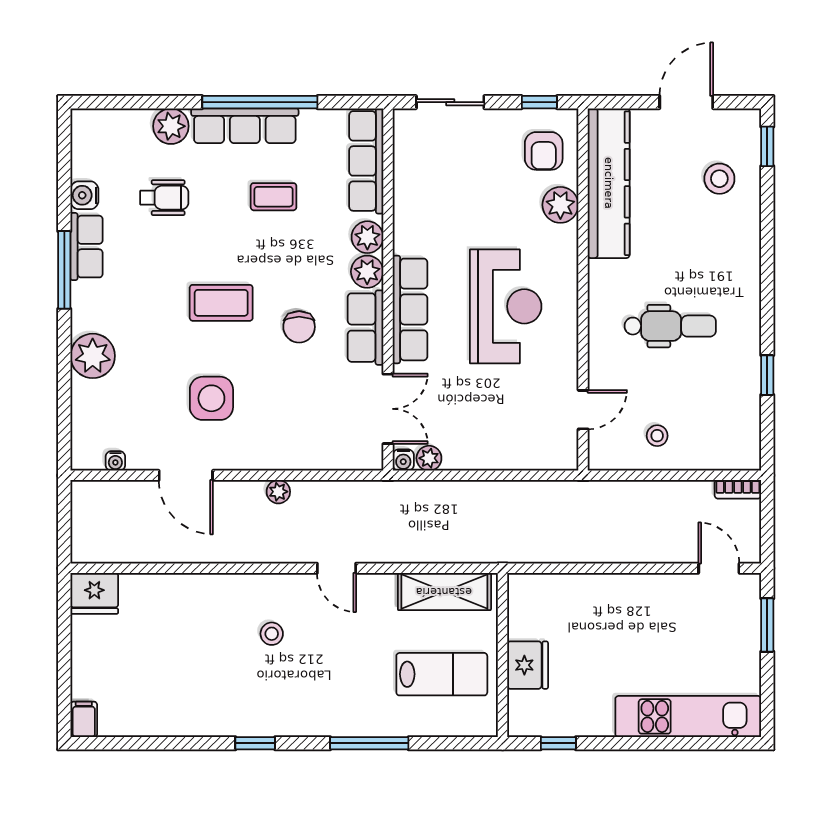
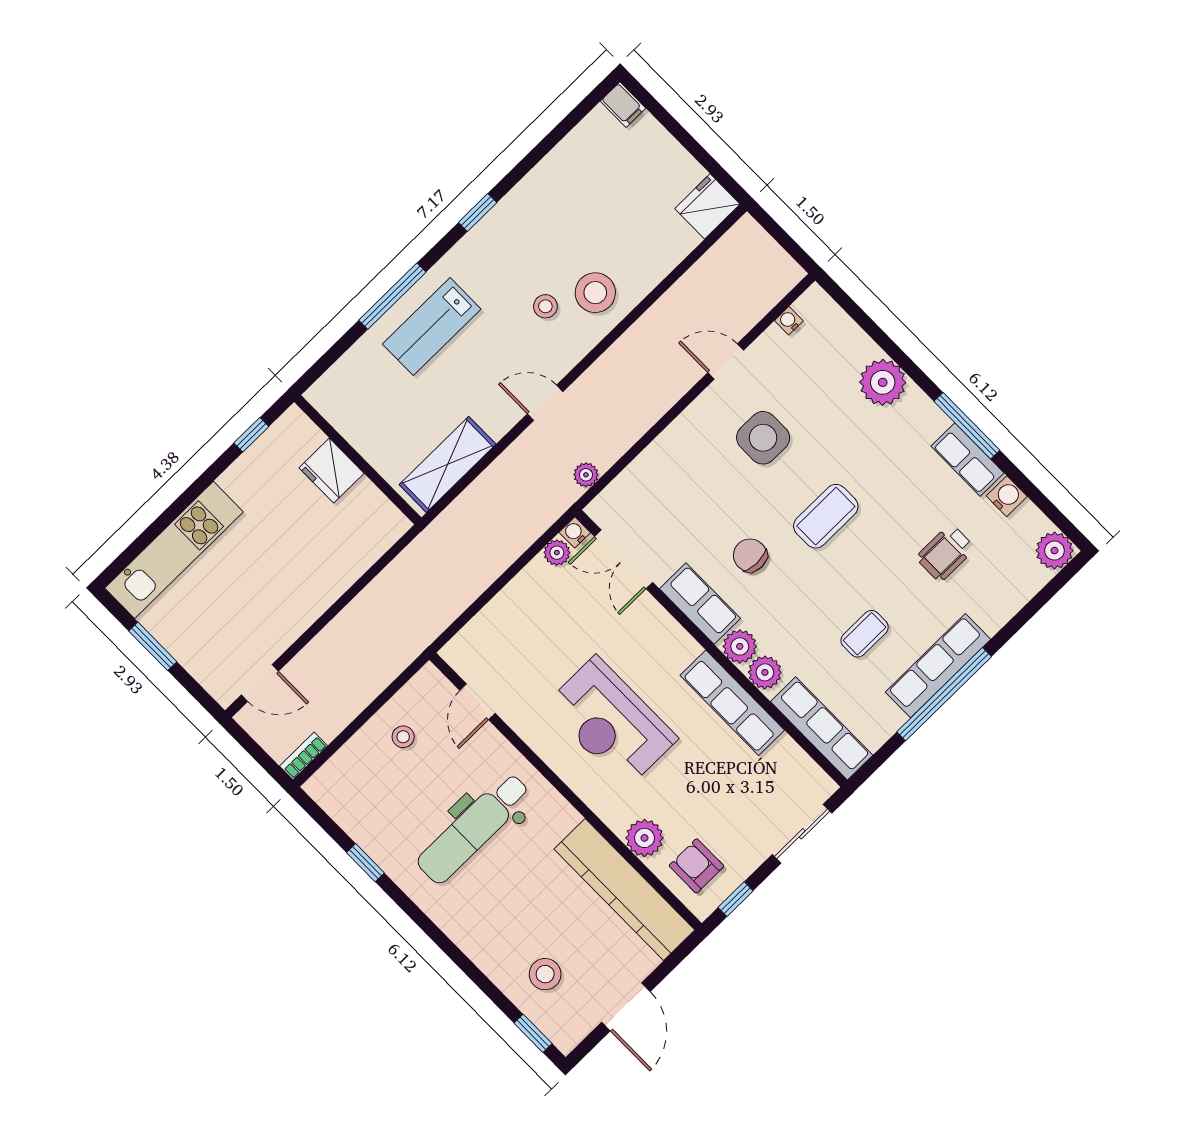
plant: (171, 126) -> (1054, 551), moved
row of seats: (410, 309) -> (732, 703), moved
dental chair: (670, 326) -> (474, 828), width x1.36, depth x1.38
door: (186, 475) -> (726, 361), width x0.73
plant: (278, 492) -> (586, 475), moved
stool: (229, 610) -> (595, 293), added
window: (767, 625) -> (153, 646), moved
lab bench: (442, 674) -> (432, 327), moved

